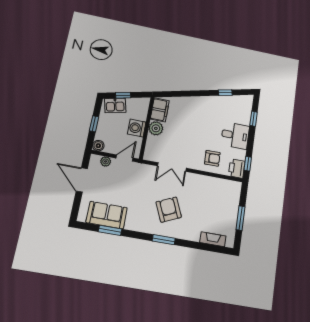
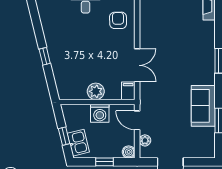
window: (225, 93) -> (45, 56), moved
filing cabinet: (160, 110) -> (128, 91), moved, width x0.50
armchair: (169, 210) -> (185, 61), removed
sofa: (107, 215) -> (203, 106), moved

